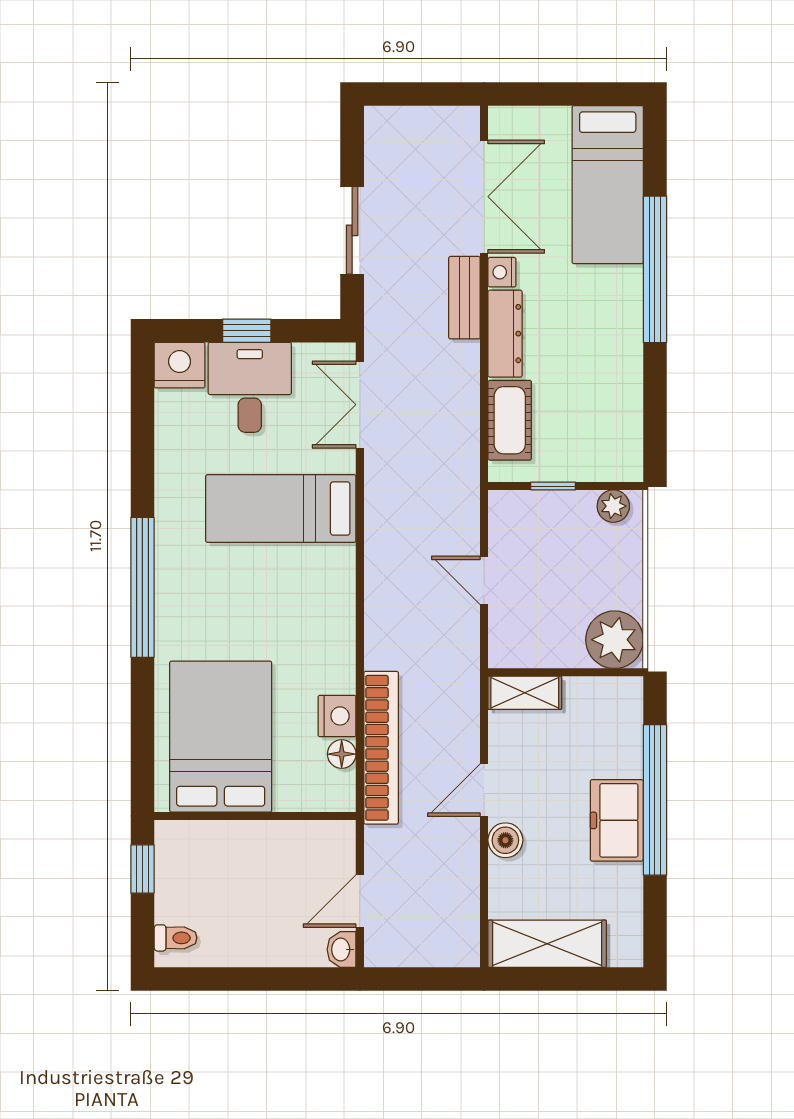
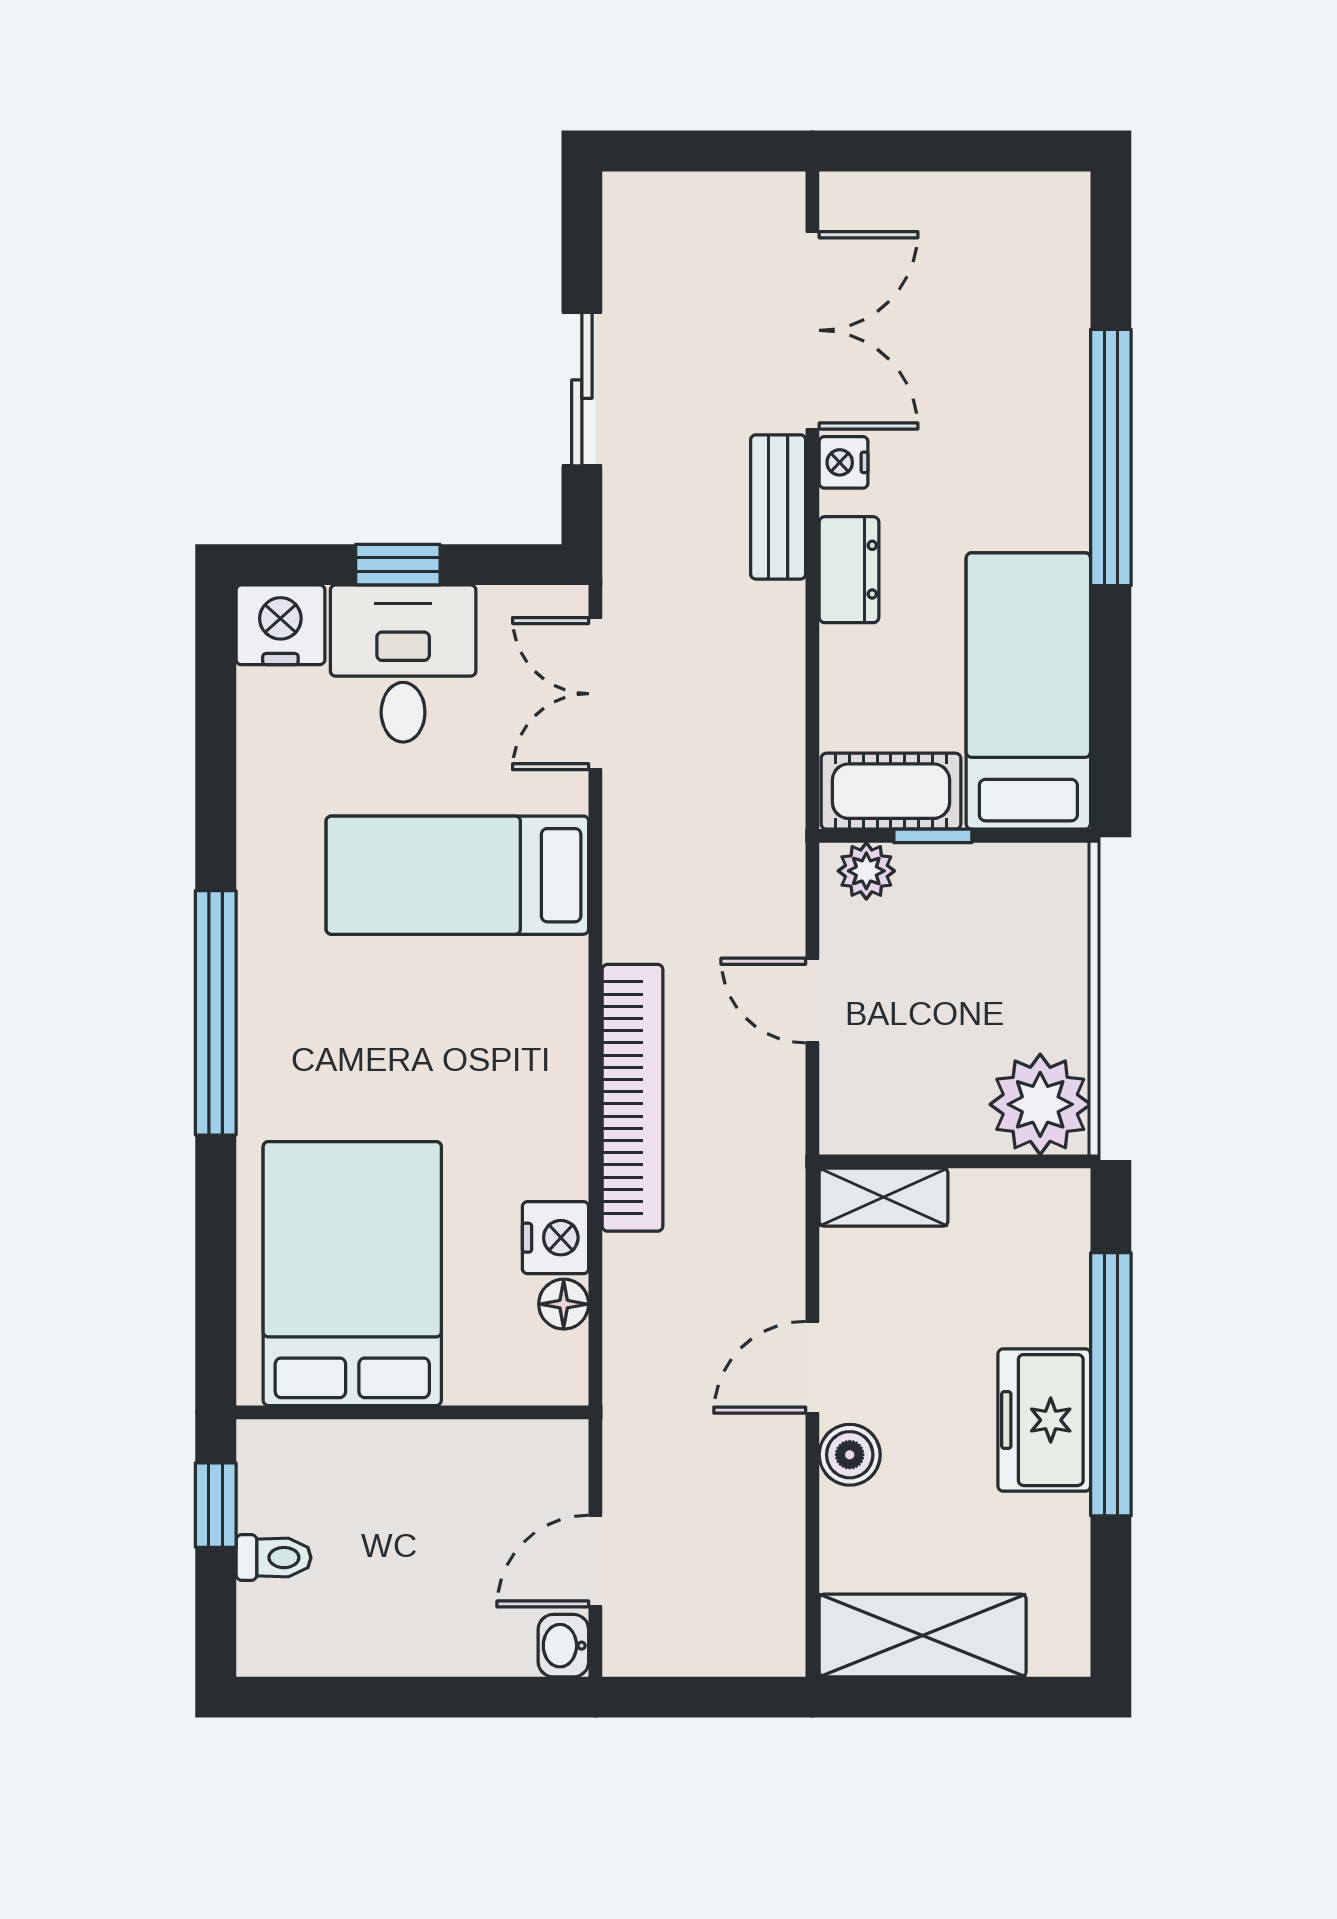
bed: (608, 185) -> (1028, 691), moved, turned 180
dresser: (505, 334) -> (849, 570), width x0.70
cot: (510, 420) -> (891, 791), moved, turned 90
plant: (613, 506) -> (866, 871), moved
bookcase: (381, 748) -> (633, 1098), moved
toilet: (176, 938) -> (273, 1558), moved

